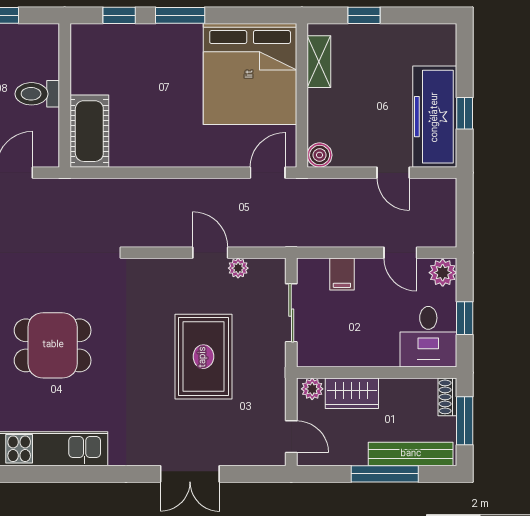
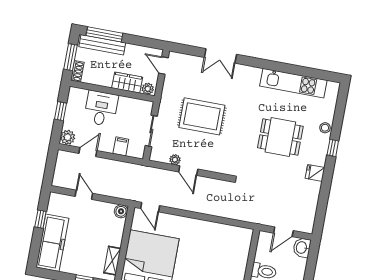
freezer: (435, 117) -> (52, 243), moved
cot: (89, 131) -> (240, 246), removed
door: (268, 173) -> (150, 207), hinge flipped
door: (400, 253) -> (88, 152), hinge flipped
desk: (428, 337) -> (101, 108), moved
rug: (203, 357) -> (202, 116), turned 90
double door: (190, 474) -> (220, 56), swing flipped
window: (385, 474) -> (104, 34), moved

